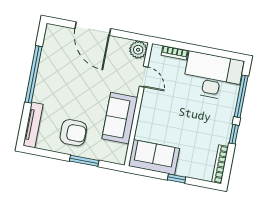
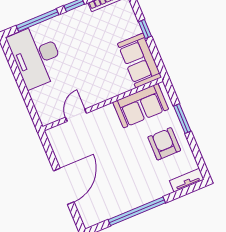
plant: (138, 50) -> (56, 135), removed
bookcase: (175, 53) -> (38, 102), removed
sofa: (120, 118) -> (141, 106), moved
tv unit: (33, 125) -> (187, 180), width x0.71

